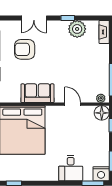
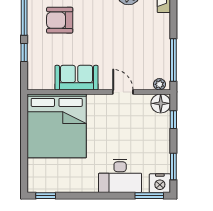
desk: (71, 168) -> (120, 176), width x1.37

